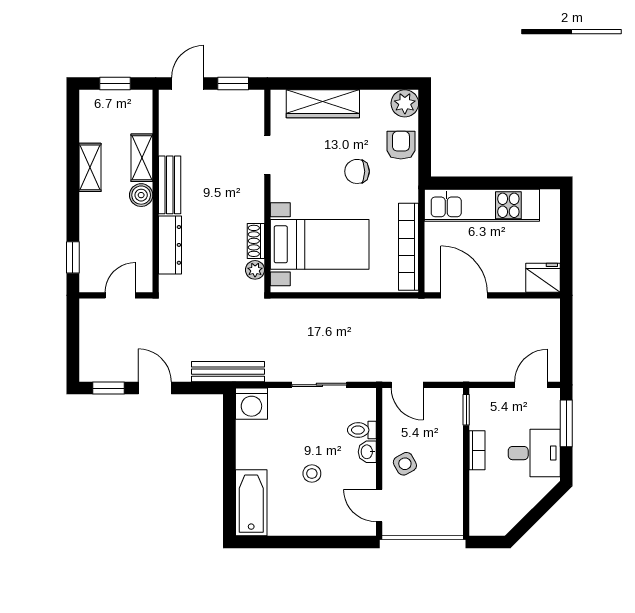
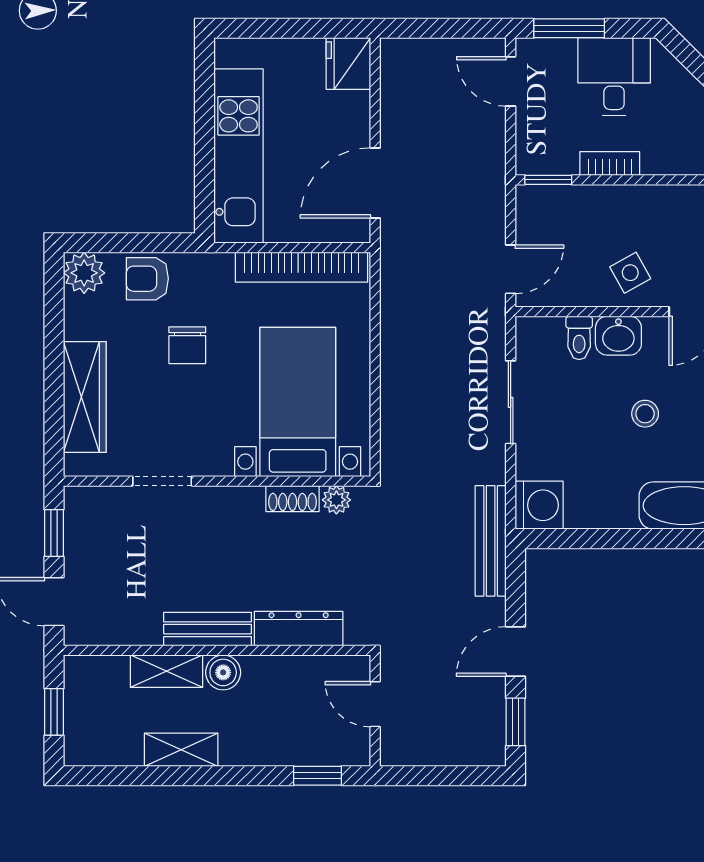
washbasin: (367, 452) -> (618, 336), width x1.38, depth x1.45

